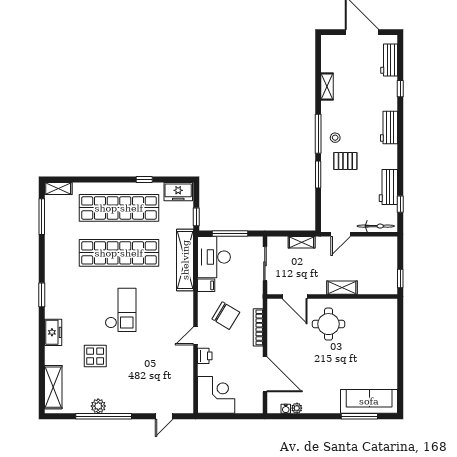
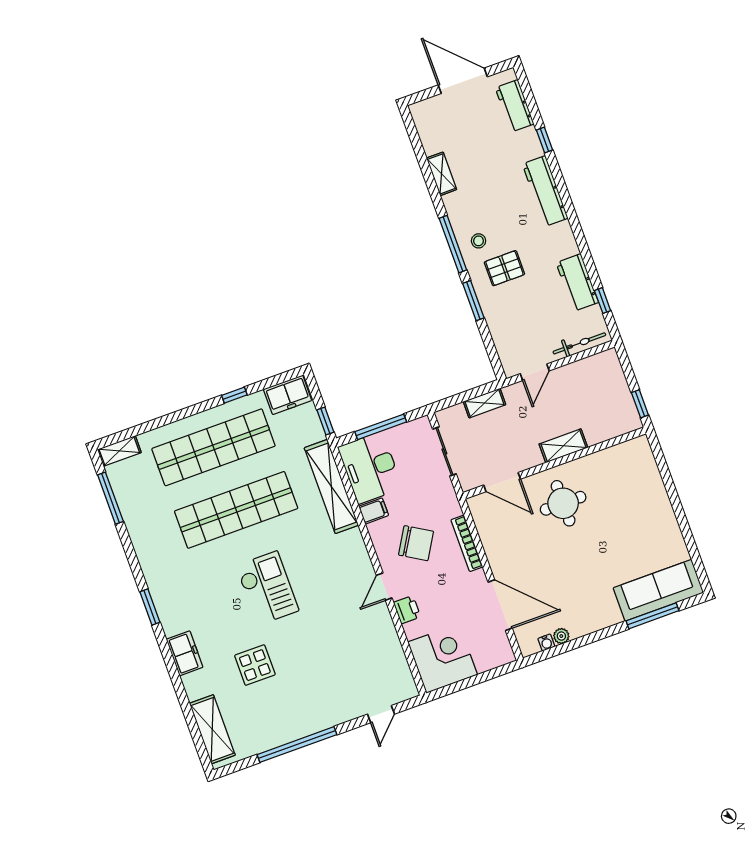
workbench: (389, 127) -> (545, 191), width x1.37
plant: (98, 406) -> (284, 733), removed

